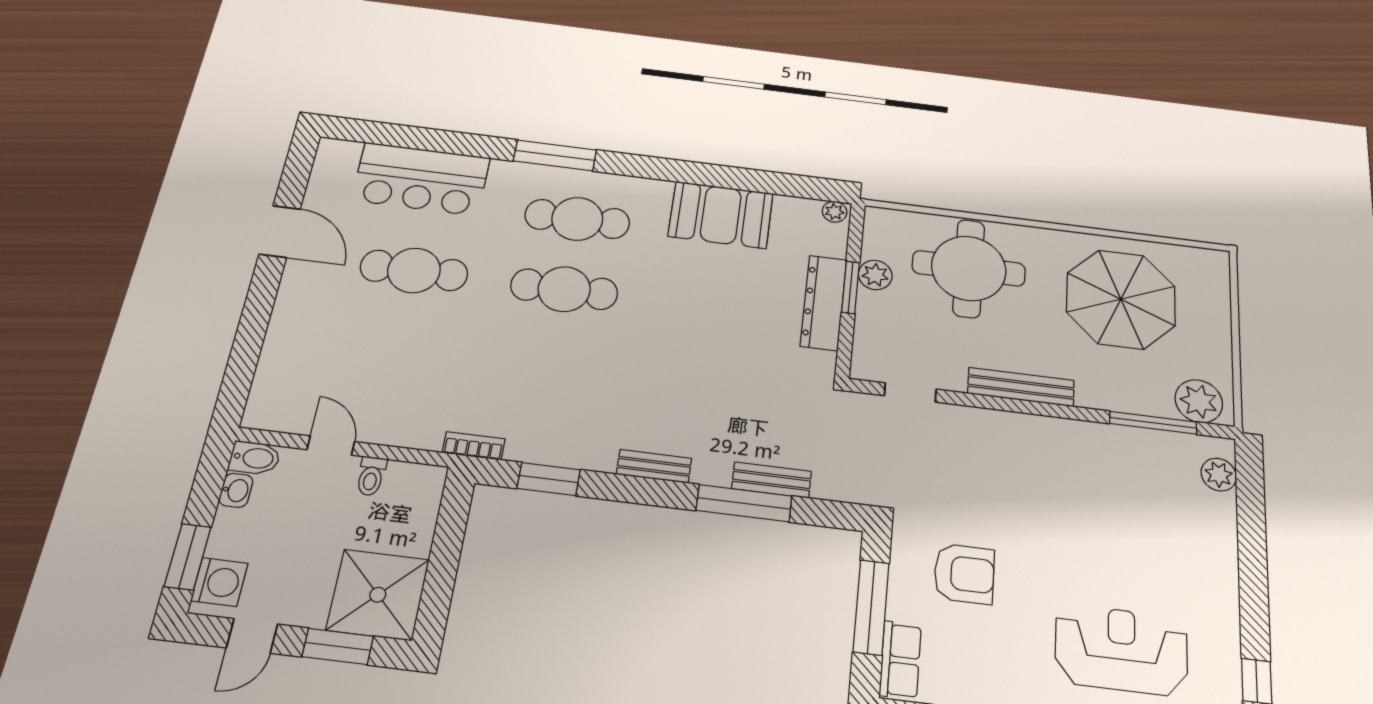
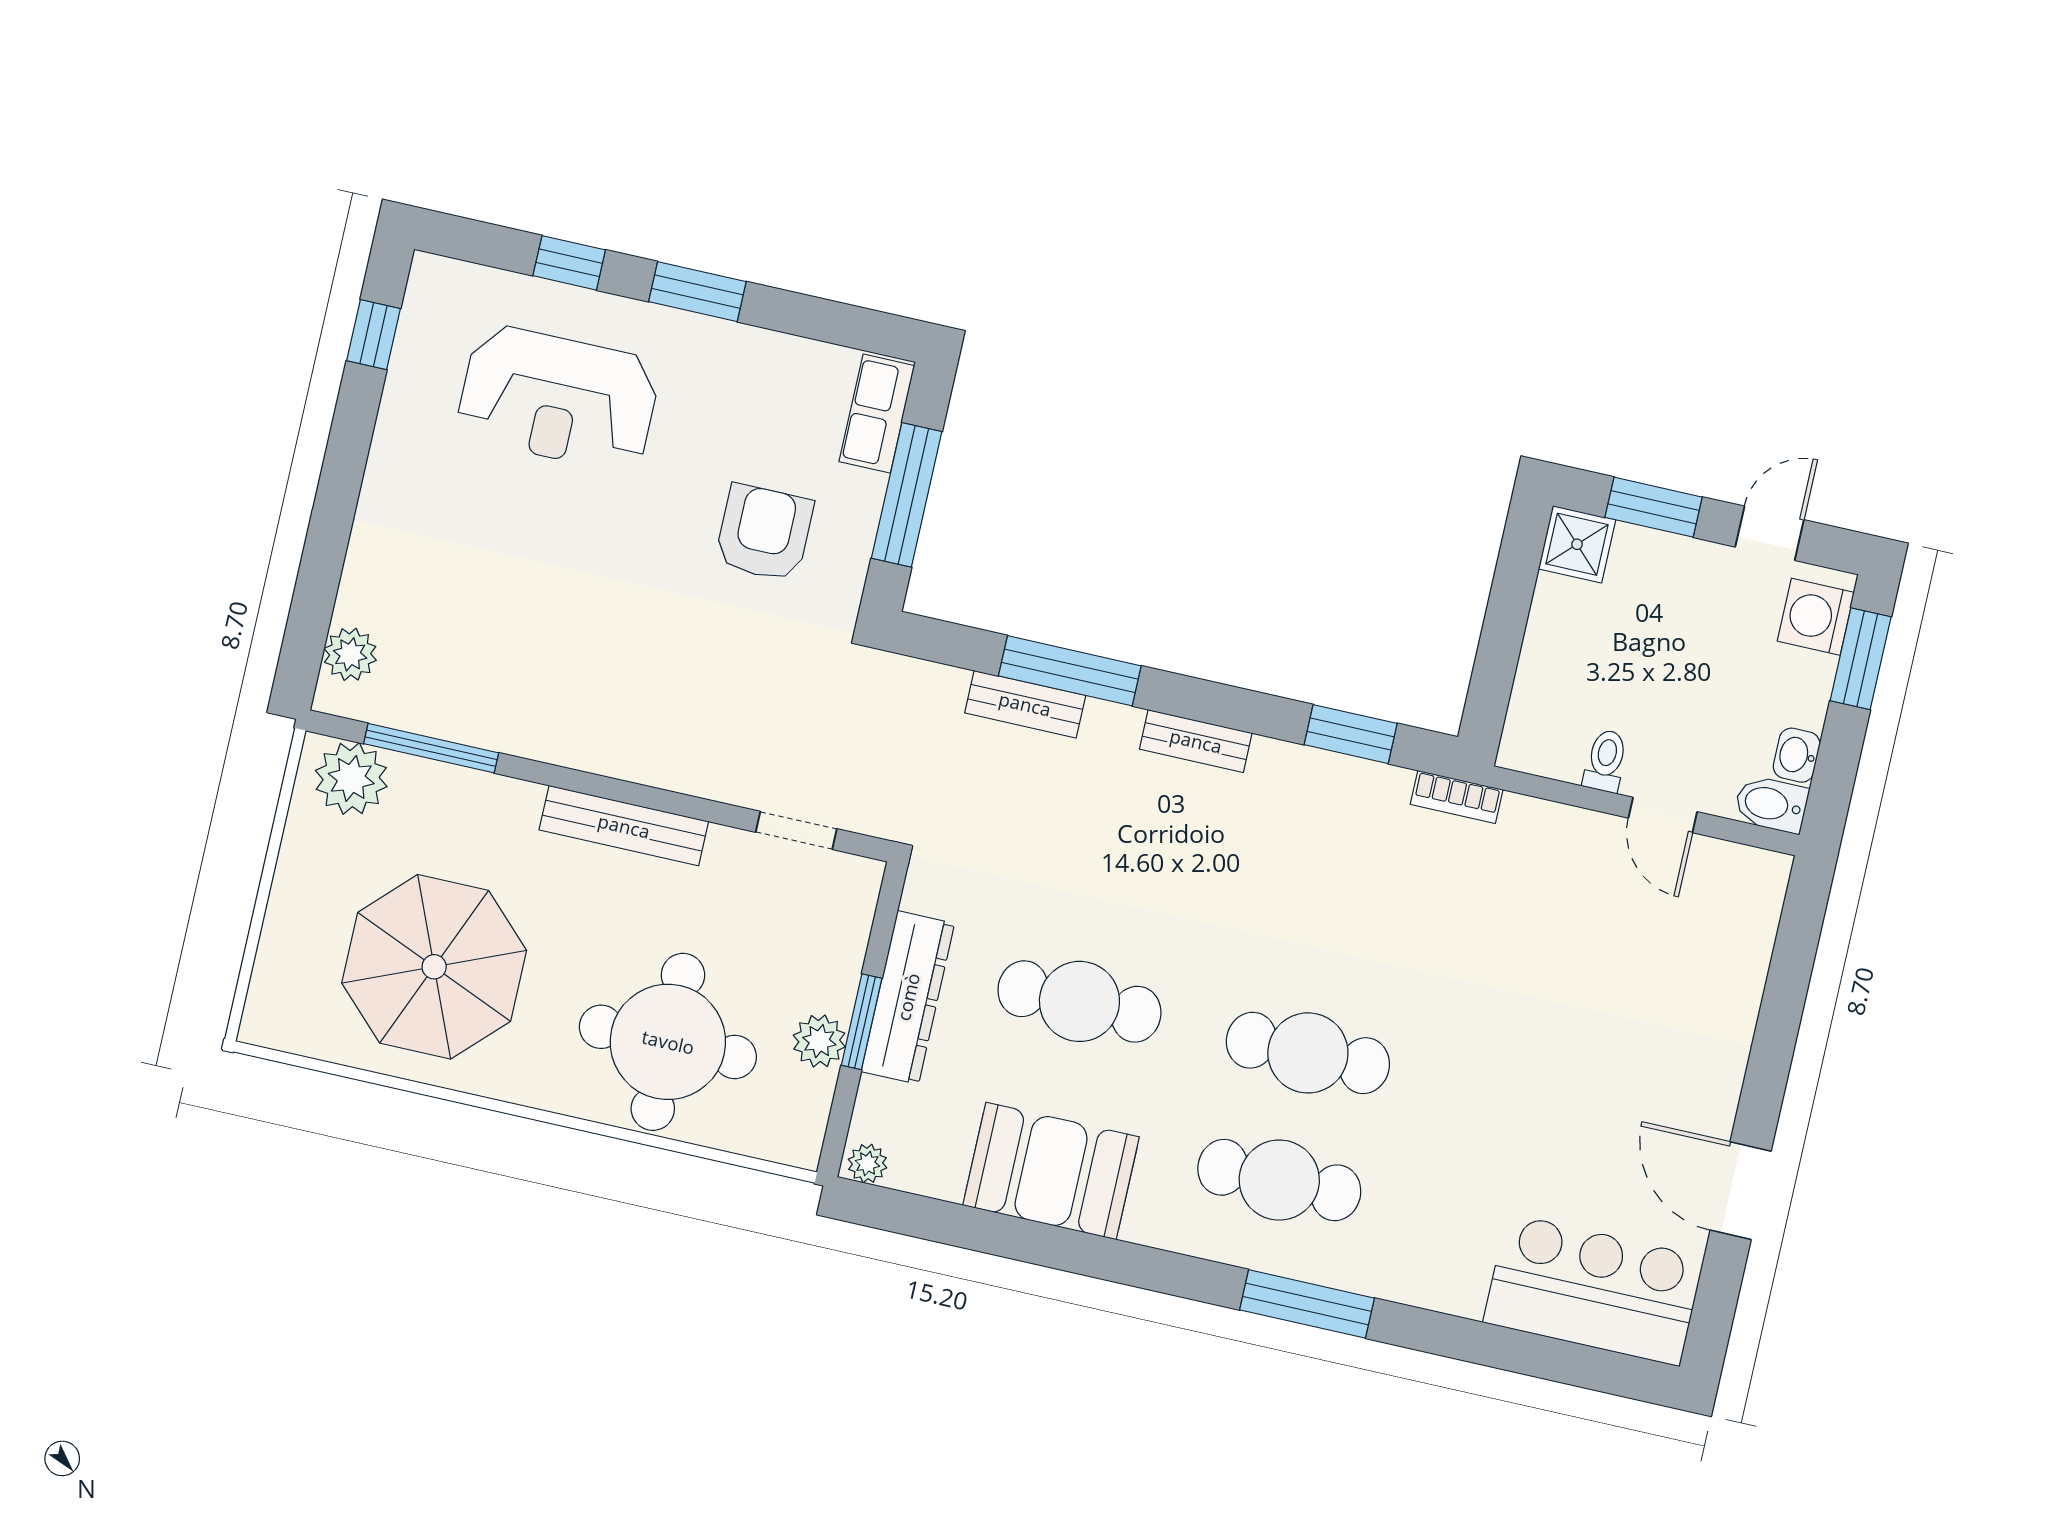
bar counter: (421, 179) -> (1594, 1290), moved
cafe table: (414, 270) -> (1079, 1001), moved
armchair: (964, 574) -> (764, 533), turned 90
shower: (378, 595) -> (1577, 544), width x0.54, depth x0.54

